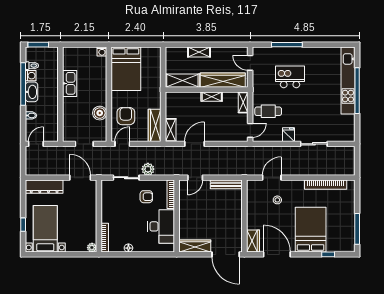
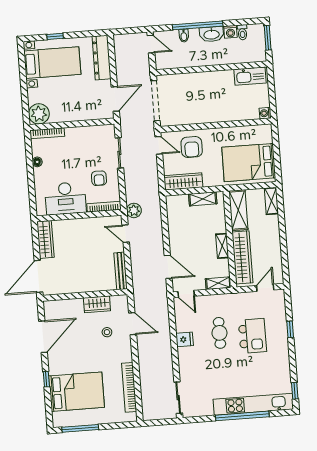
window: (287, 45) -> (290, 329), width x0.46
window: (339, 45) -> (295, 391), added
shelving: (199, 52) -> (271, 201), moved
bed: (126, 69) -> (249, 163), moved
kitchen sink: (70, 83) -> (250, 76), moved
window: (23, 84) -> (198, 25), moved
cafe table: (268, 111) -> (219, 333), moved
boiler: (100, 113) -> (193, 116), removed
armchair: (126, 116) -> (192, 147), turned 90
shelving: (171, 130) -> (203, 199), moved
doorway: (84, 144) -> (155, 101), width x1.88
door: (194, 144) -> (168, 267), moved
sliding door: (314, 144) -> (178, 398), moved
plant: (148, 169) -> (134, 210), moved
bed: (311, 230) -> (77, 392), moved
wardrobe: (253, 241) -> (97, 304), moved
plant: (92, 248) -> (39, 114), width x1.88, depth x1.88
window: (328, 254) -> (46, 379), moved

